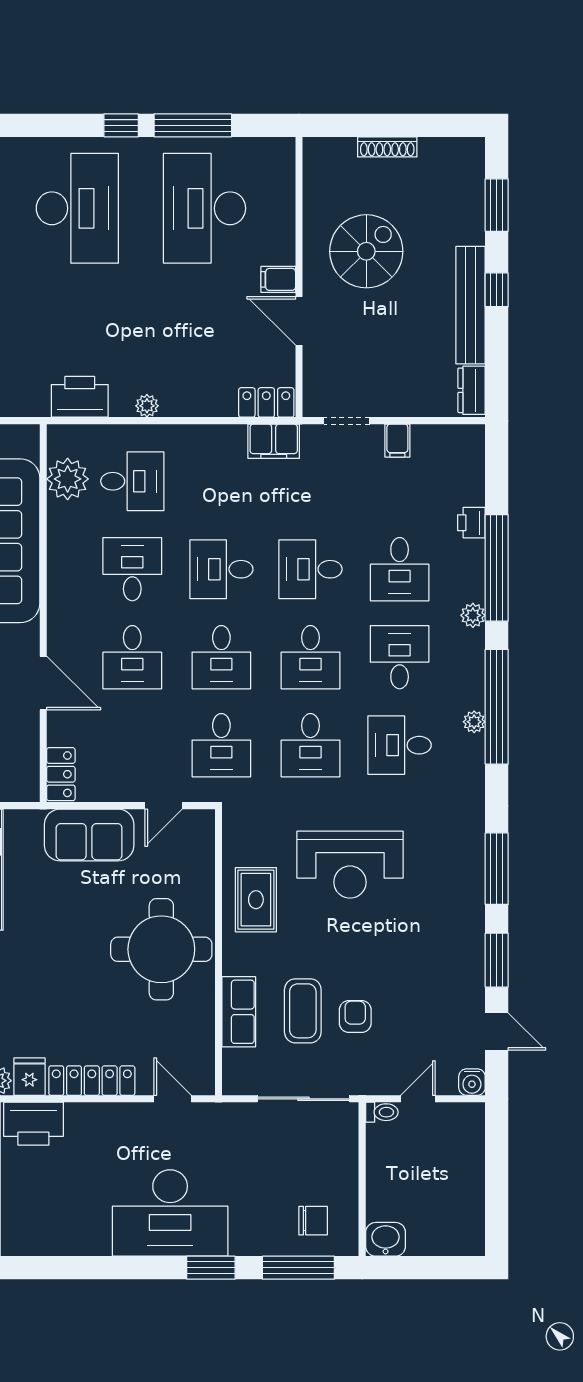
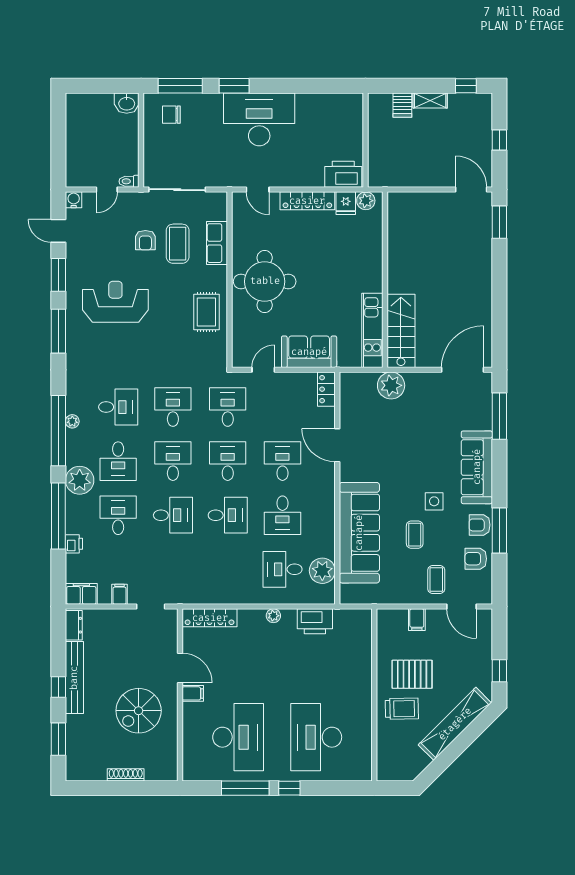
locker: (266, 402) -> (210, 618), width x1.53
filing cabinet: (274, 441) -> (81, 594), moved
plant: (473, 615) -> (80, 480), width x1.88, depth x1.88
reception desk: (350, 865) -> (115, 302), moved

